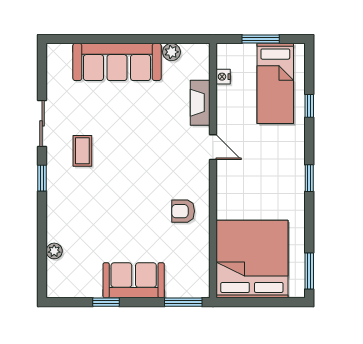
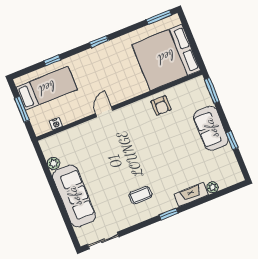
fireplace: (200, 103) -> (191, 195), moved, turned 180
sliding door: (42, 123) -> (103, 240), moved
armchair: (183, 211) -> (161, 105), moved

